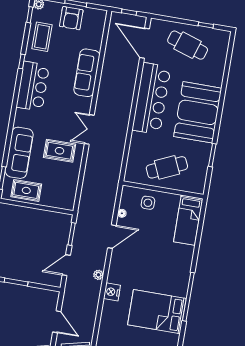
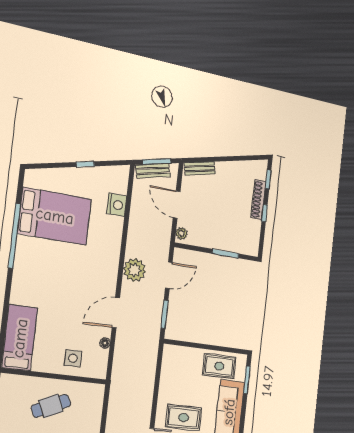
cafe table: (167, 167) -> (51, 406), width x0.73, depth x0.74
plant: (98, 275) -> (135, 270), width x1.87, depth x1.87
nightstand: (112, 292) -> (117, 205), moved
plant: (54, 299) -> (182, 233), added

